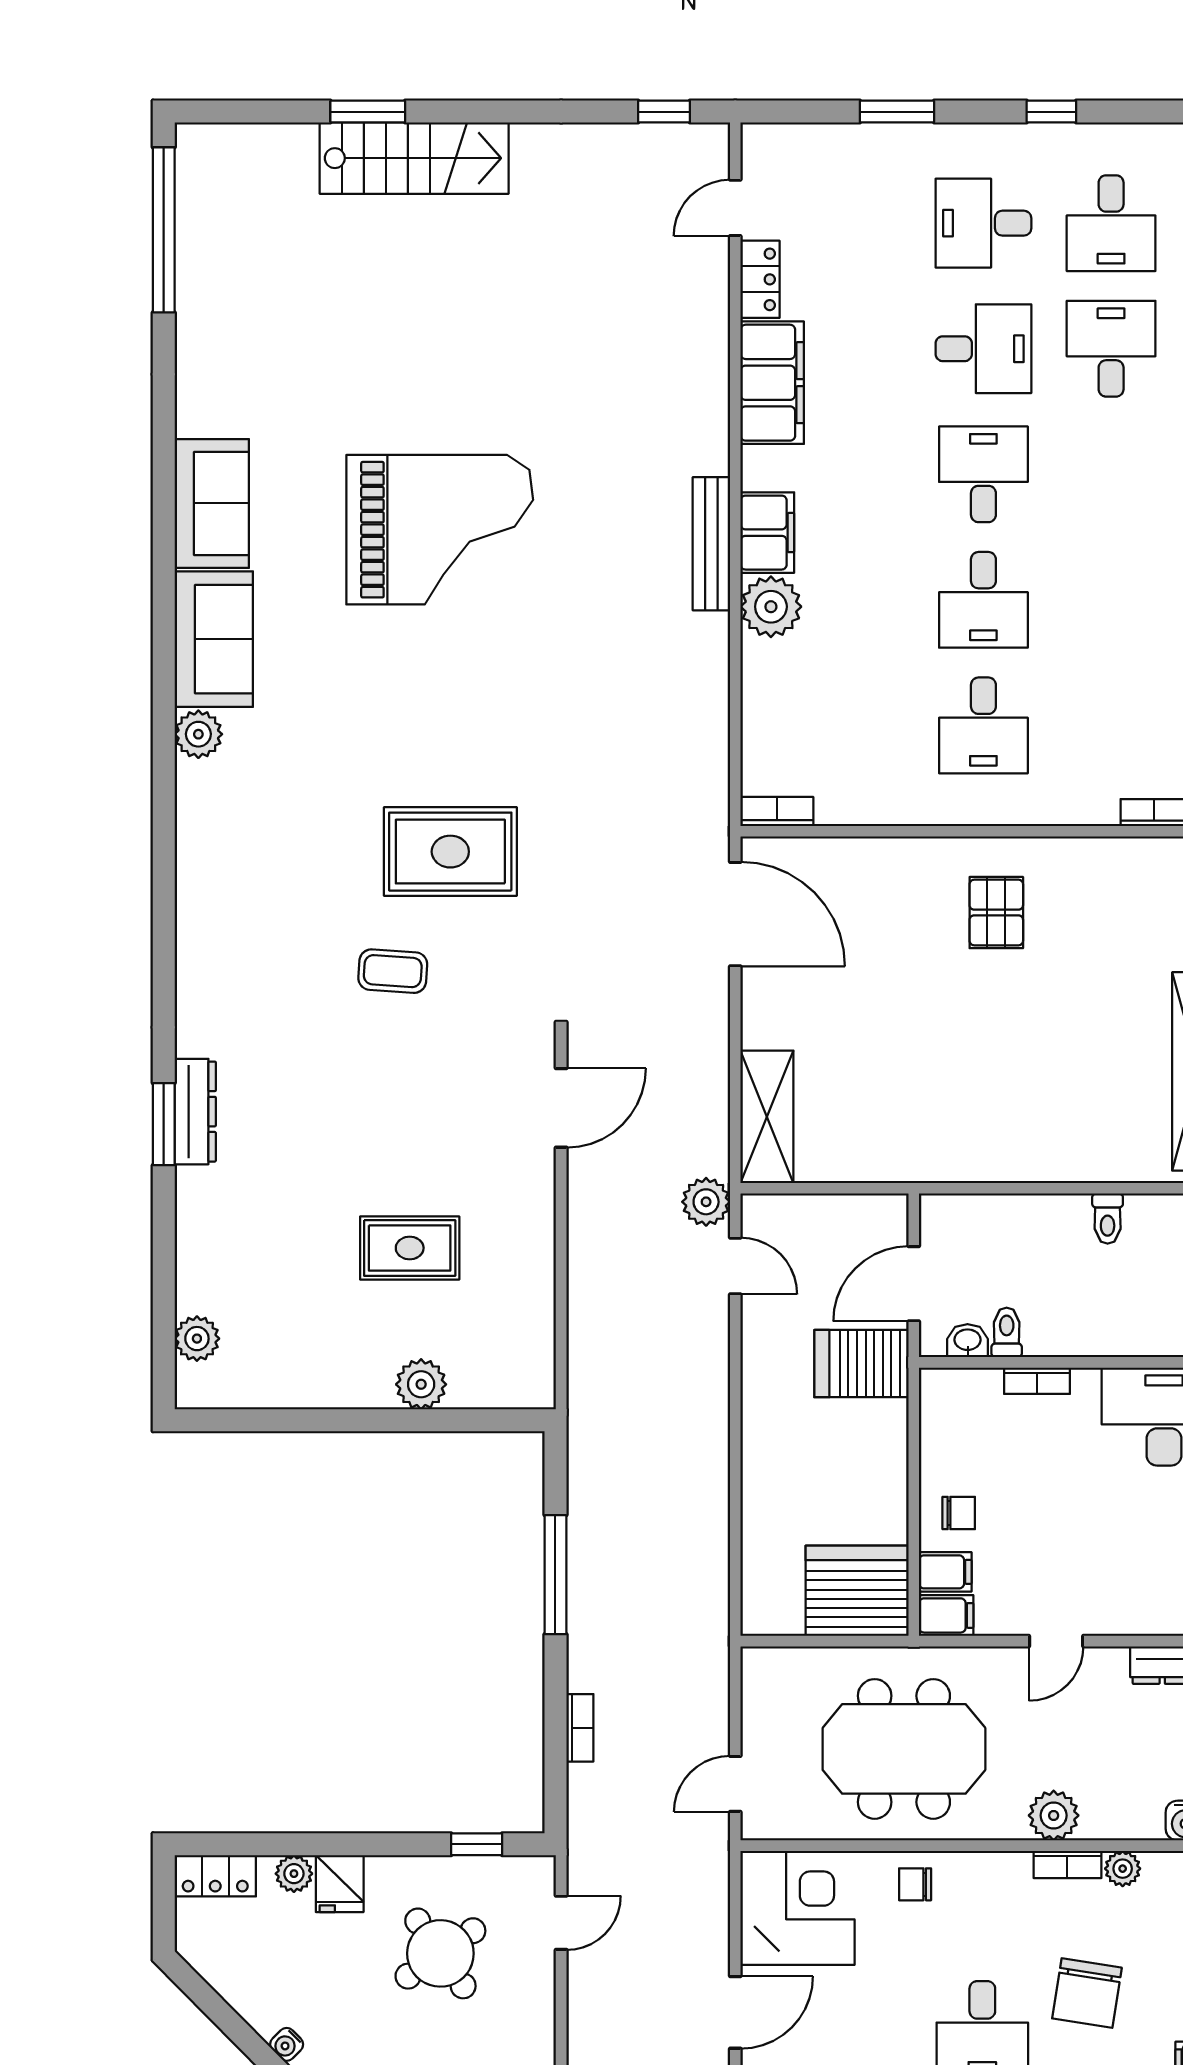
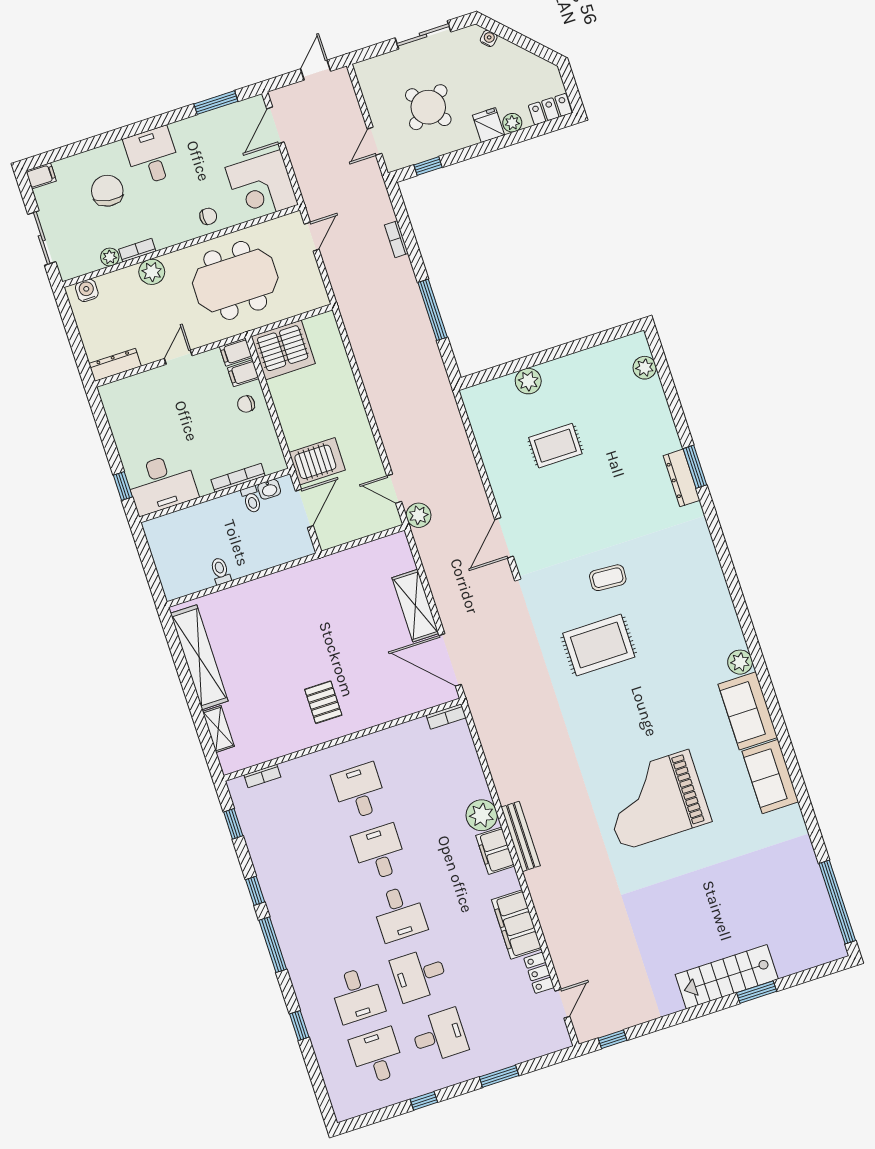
shelving: (767, 1117) -> (415, 606), moved
bookcase: (1037, 1381) -> (238, 478), width x1.56

